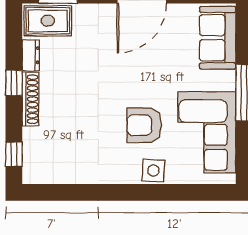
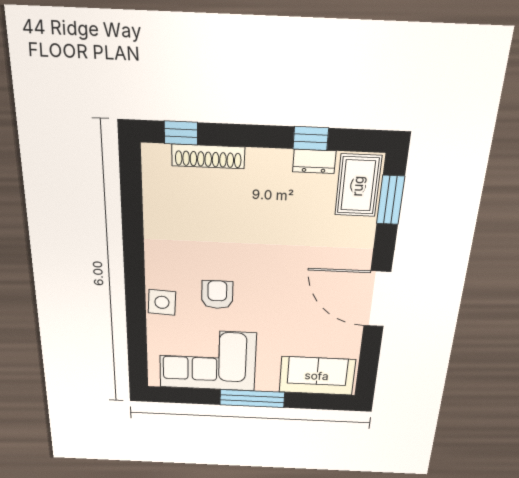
window: (14, 83) -> (311, 138), moved
shoe rack: (30, 99) -> (208, 156), moved
armchair: (144, 125) -> (217, 295), width x0.72, depth x0.72

